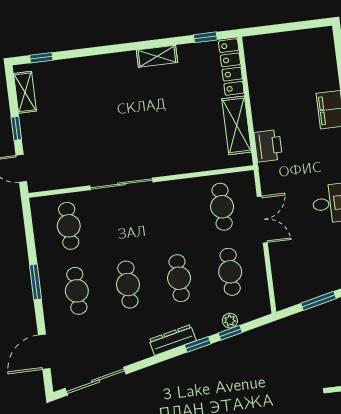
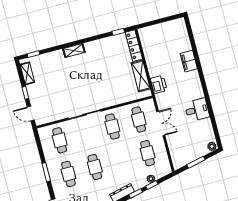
shelving: (157, 56) -> (74, 51), moved
cafe table: (179, 278) -> (112, 126), moved

